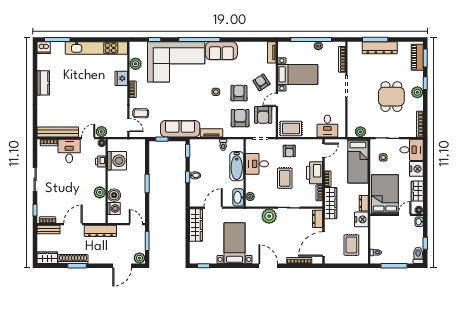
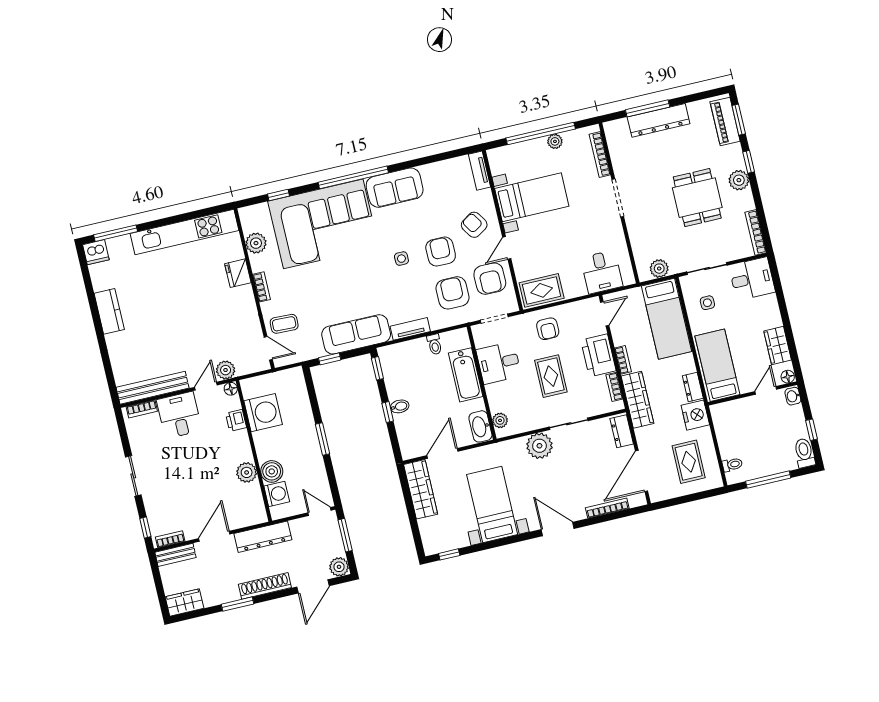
nightstand: (416, 169) -> (767, 309), removed
bed: (385, 194) -> (717, 365), width x0.67
shoe rack: (73, 259) -> (265, 586), moved

